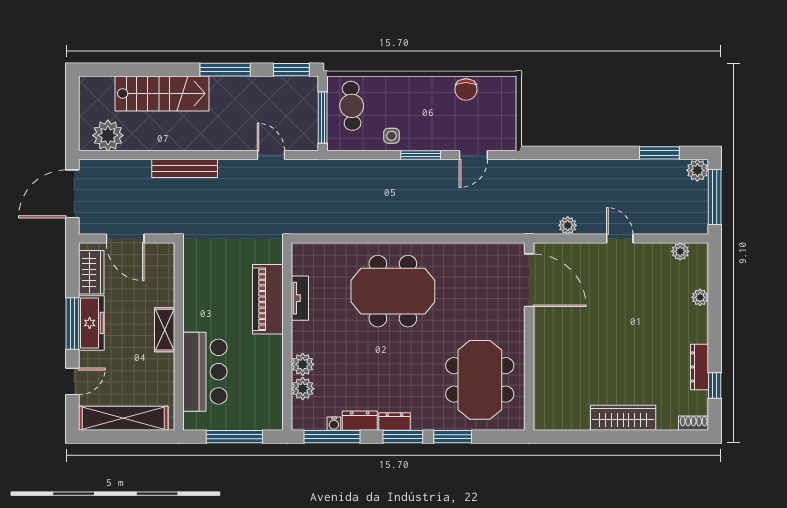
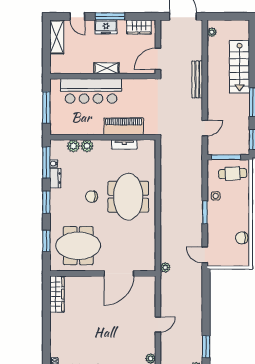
plant: (108, 135) -> (212, 32), width x0.53, depth x0.53
door: (473, 155) -> (205, 255), moved
plant: (568, 225) -> (165, 267), moved
door: (125, 238) -> (158, 59), moved
door: (529, 280) -> (119, 273), moved
freezer: (91, 323) -> (106, 27), width x0.71
chair: (393, 356) -> (92, 197), added
bar counter: (205, 372) -> (91, 91), width x1.36
shelving: (123, 418) -> (57, 37), width x0.68
wardrobe: (623, 418) -> (57, 294), moved
dresser: (394, 422) -> (55, 198), removed
window: (453, 437) -> (46, 241), moved

